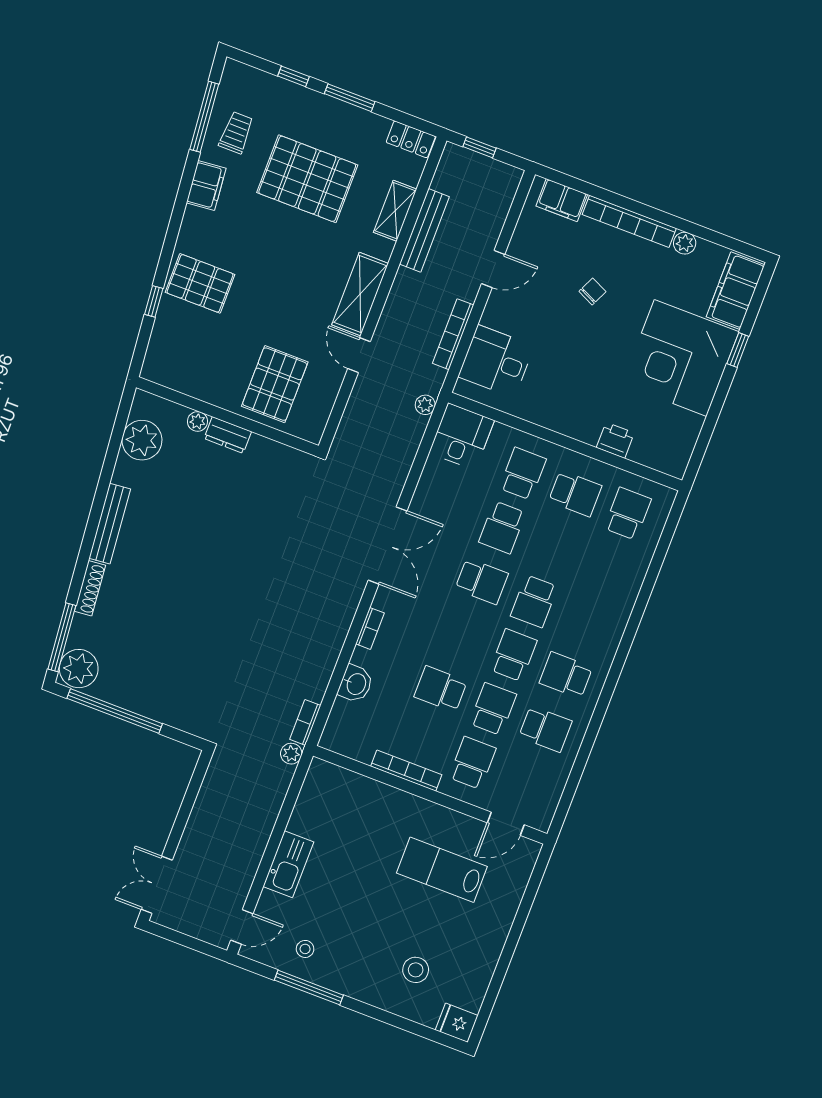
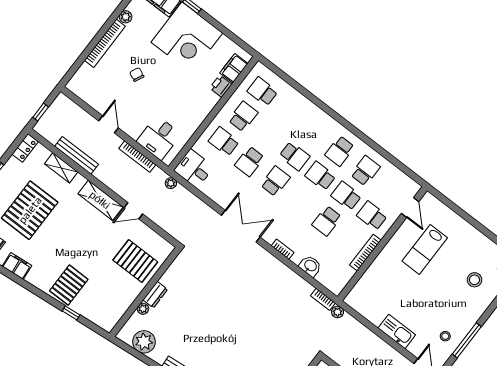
filing cabinet: (562, 200) -> (234, 68), moved, turned 180
school desk: (502, 527) -> (250, 161), turned 90

